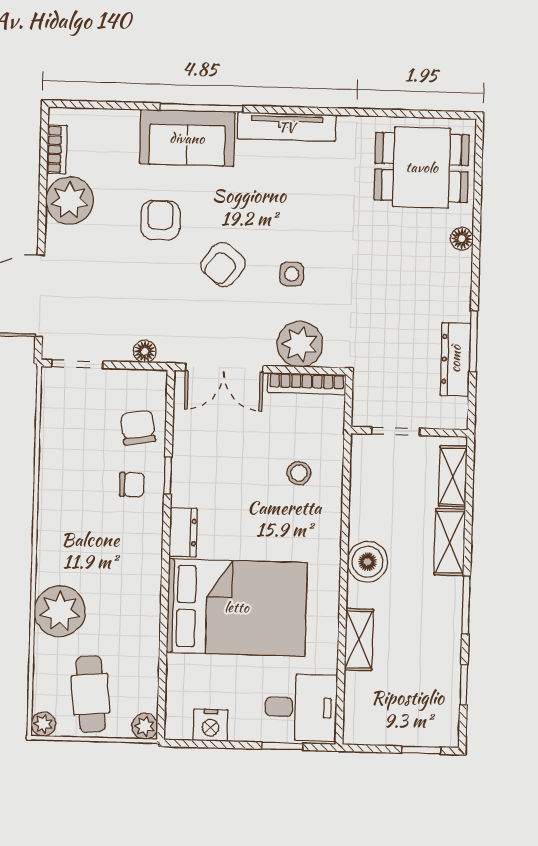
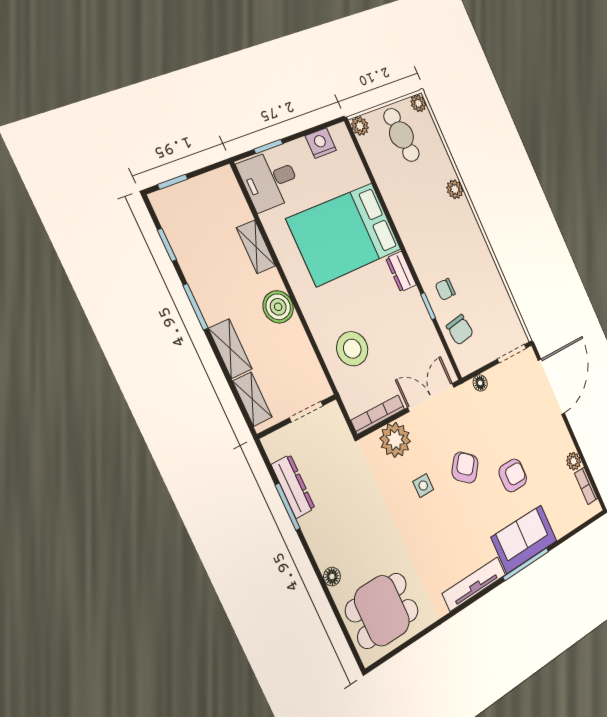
plant: (70, 201) -> (574, 461), width x0.53, depth x0.53
armchair: (160, 220) -> (513, 475), turned -90
stool: (299, 473) -> (352, 349), width x1.89, depth x1.89
plant: (60, 611) -> (455, 189), width x0.53, depth x0.53

